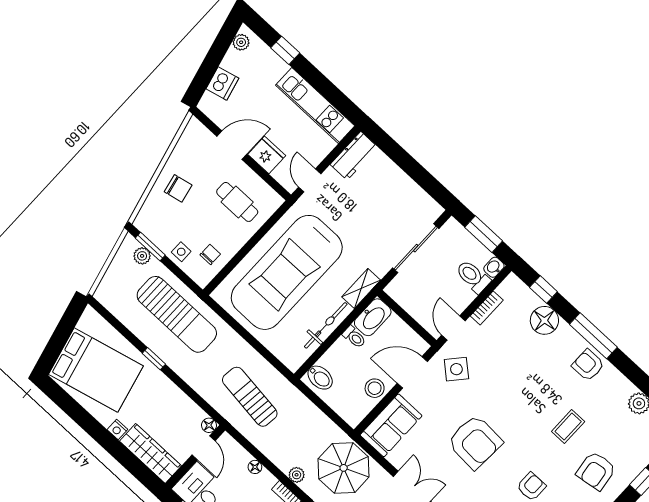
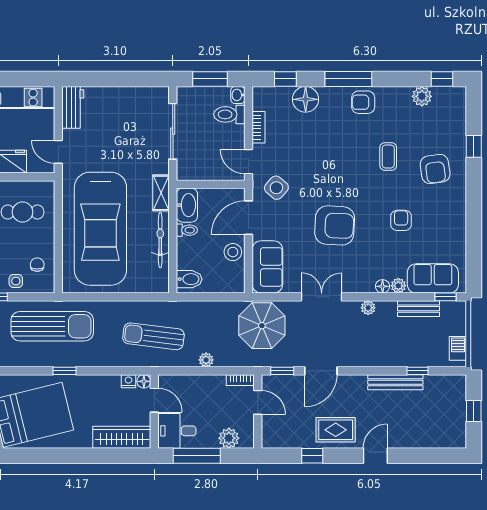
nightstand: (117, 430) -> (128, 381), moved, turned 180
floor lamp: (255, 467) -> (201, 381), removed
plant: (297, 475) -> (206, 360), moved

